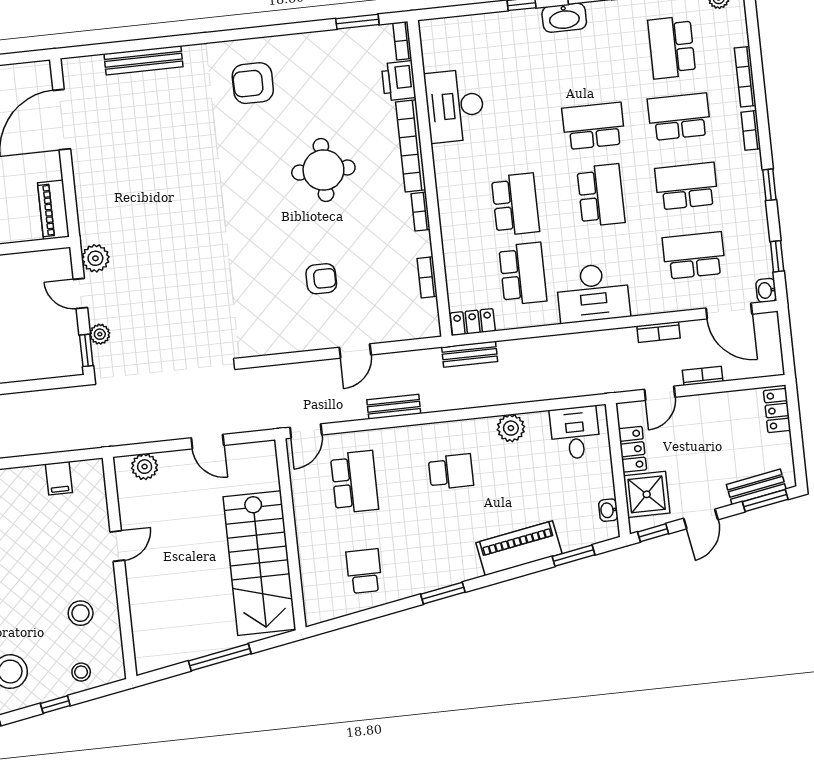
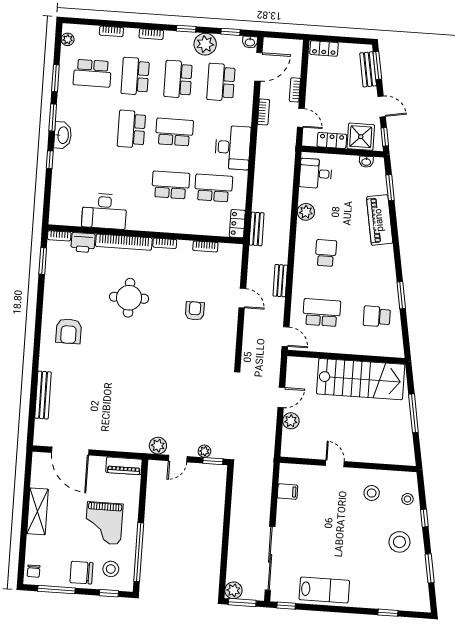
bookcase: (745, 77) -> (111, 31), width x0.64
plant: (750, 219) -> (205, 44), added
plant: (145, 467) -> (291, 421), moved
window: (443, 593) -> (401, 295), moved

